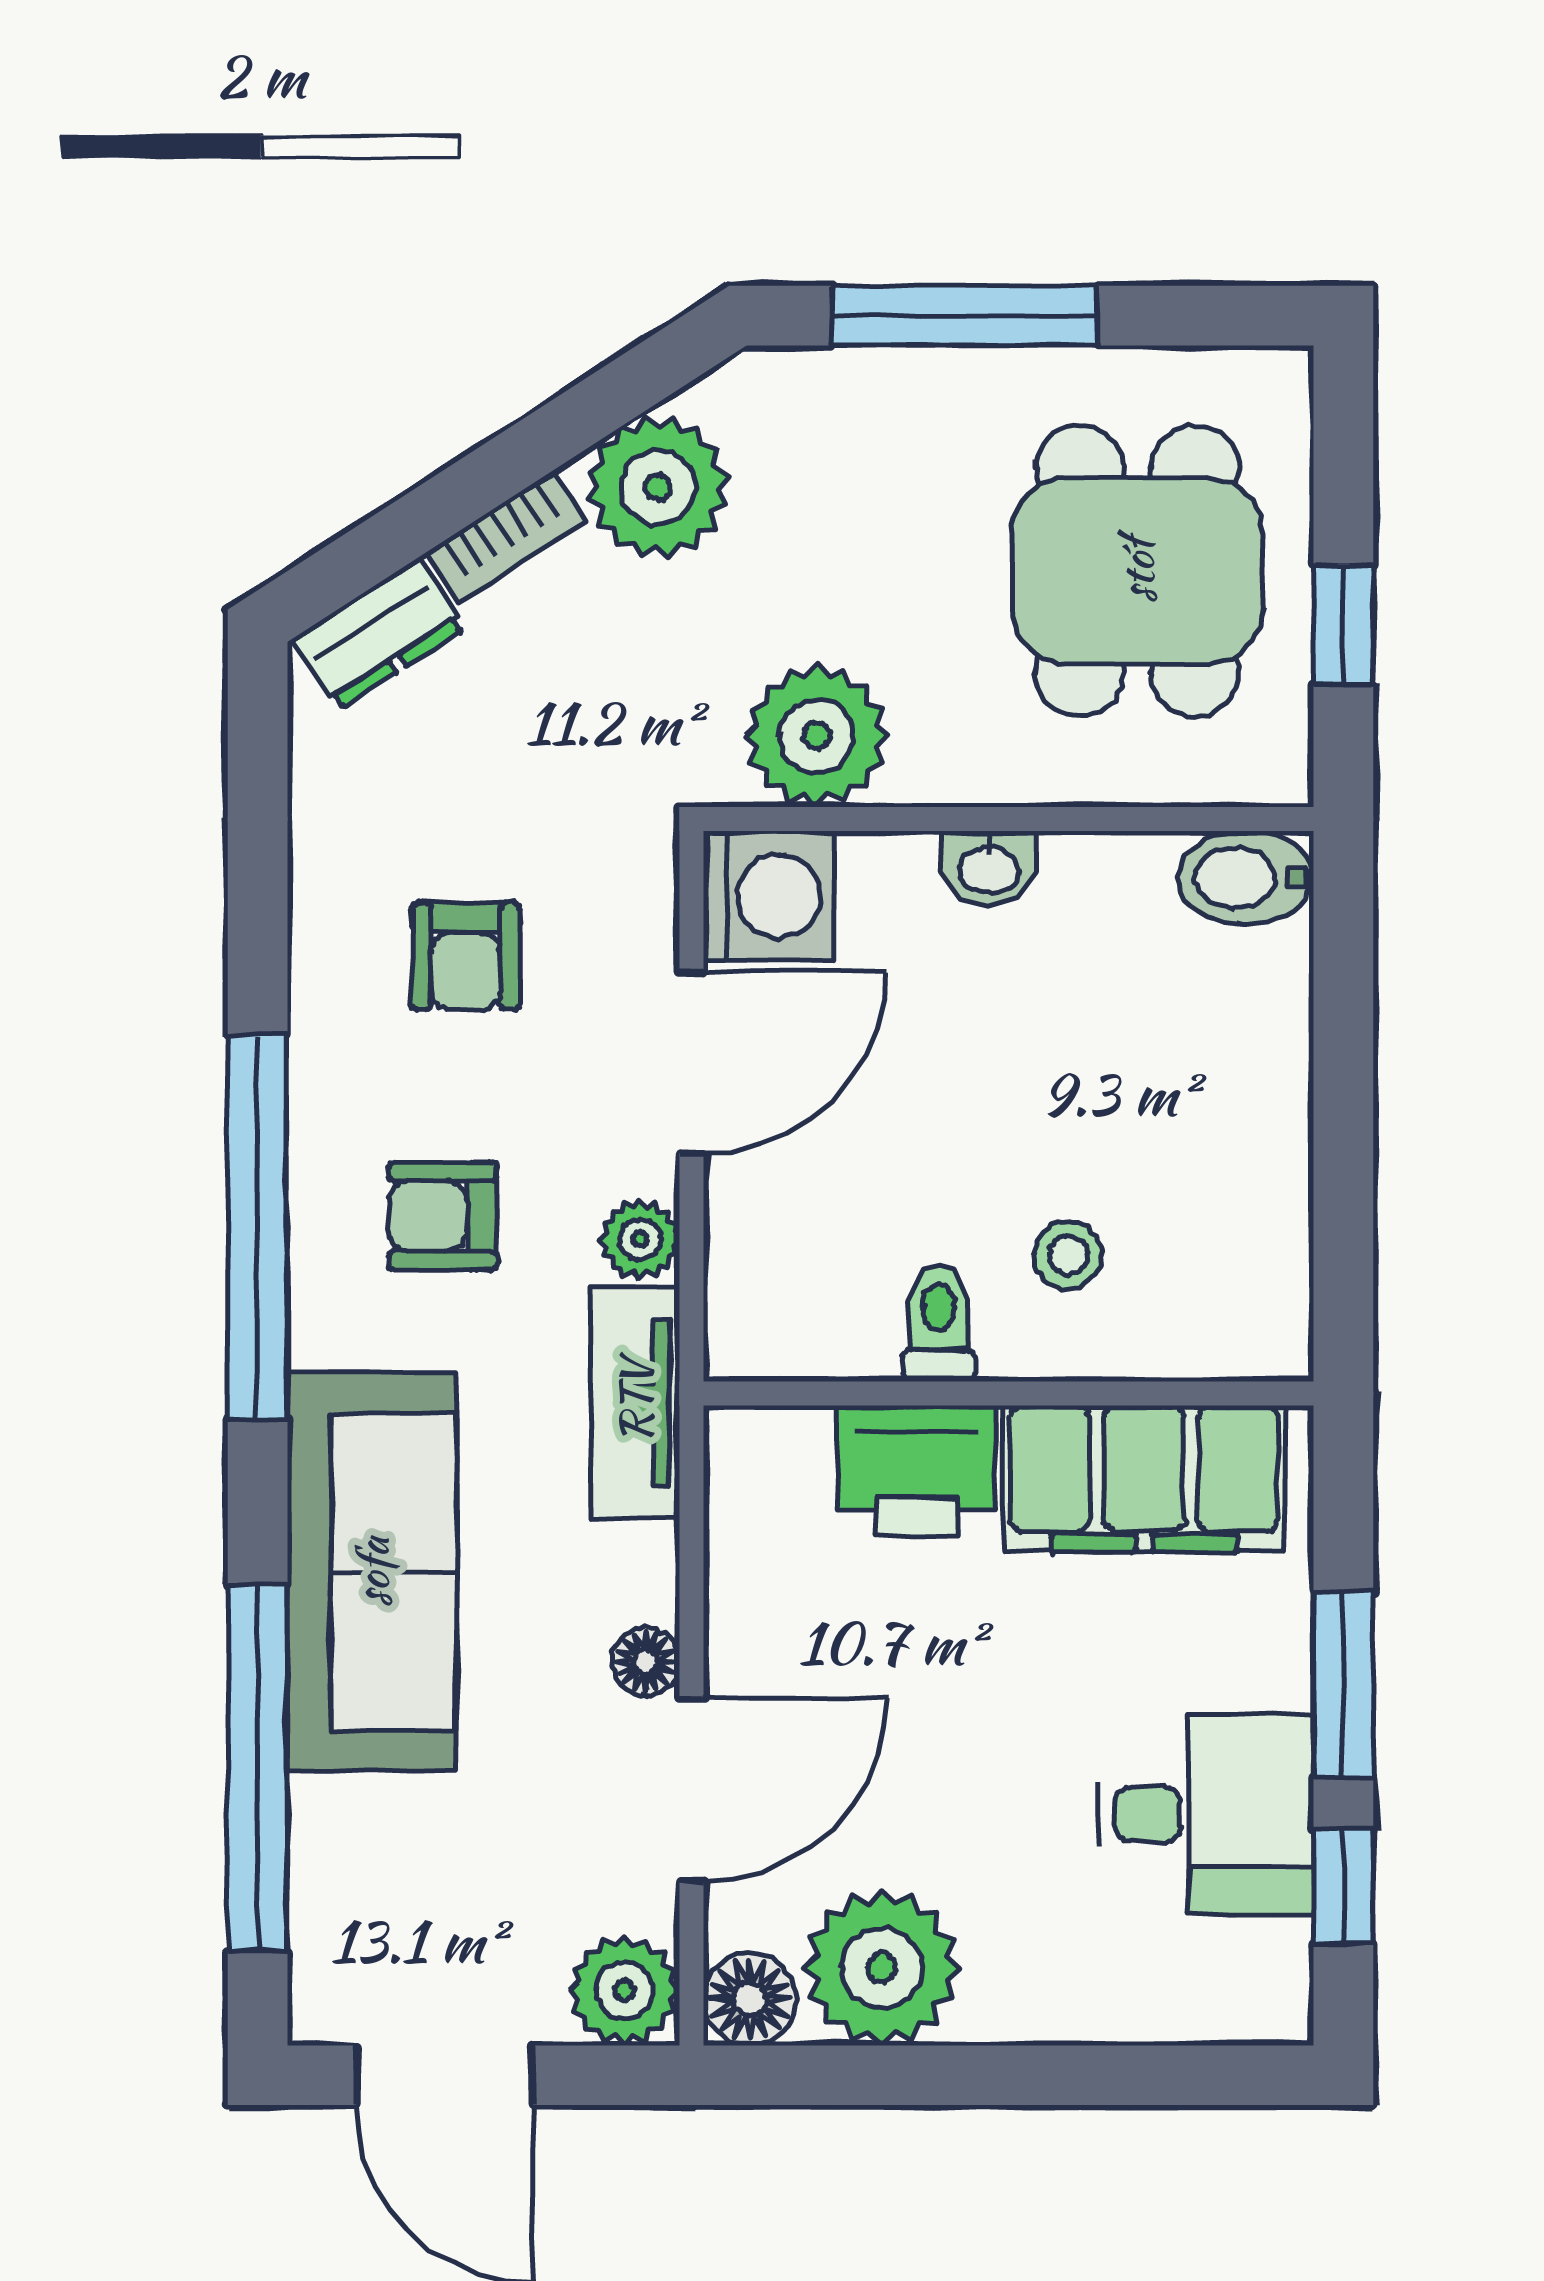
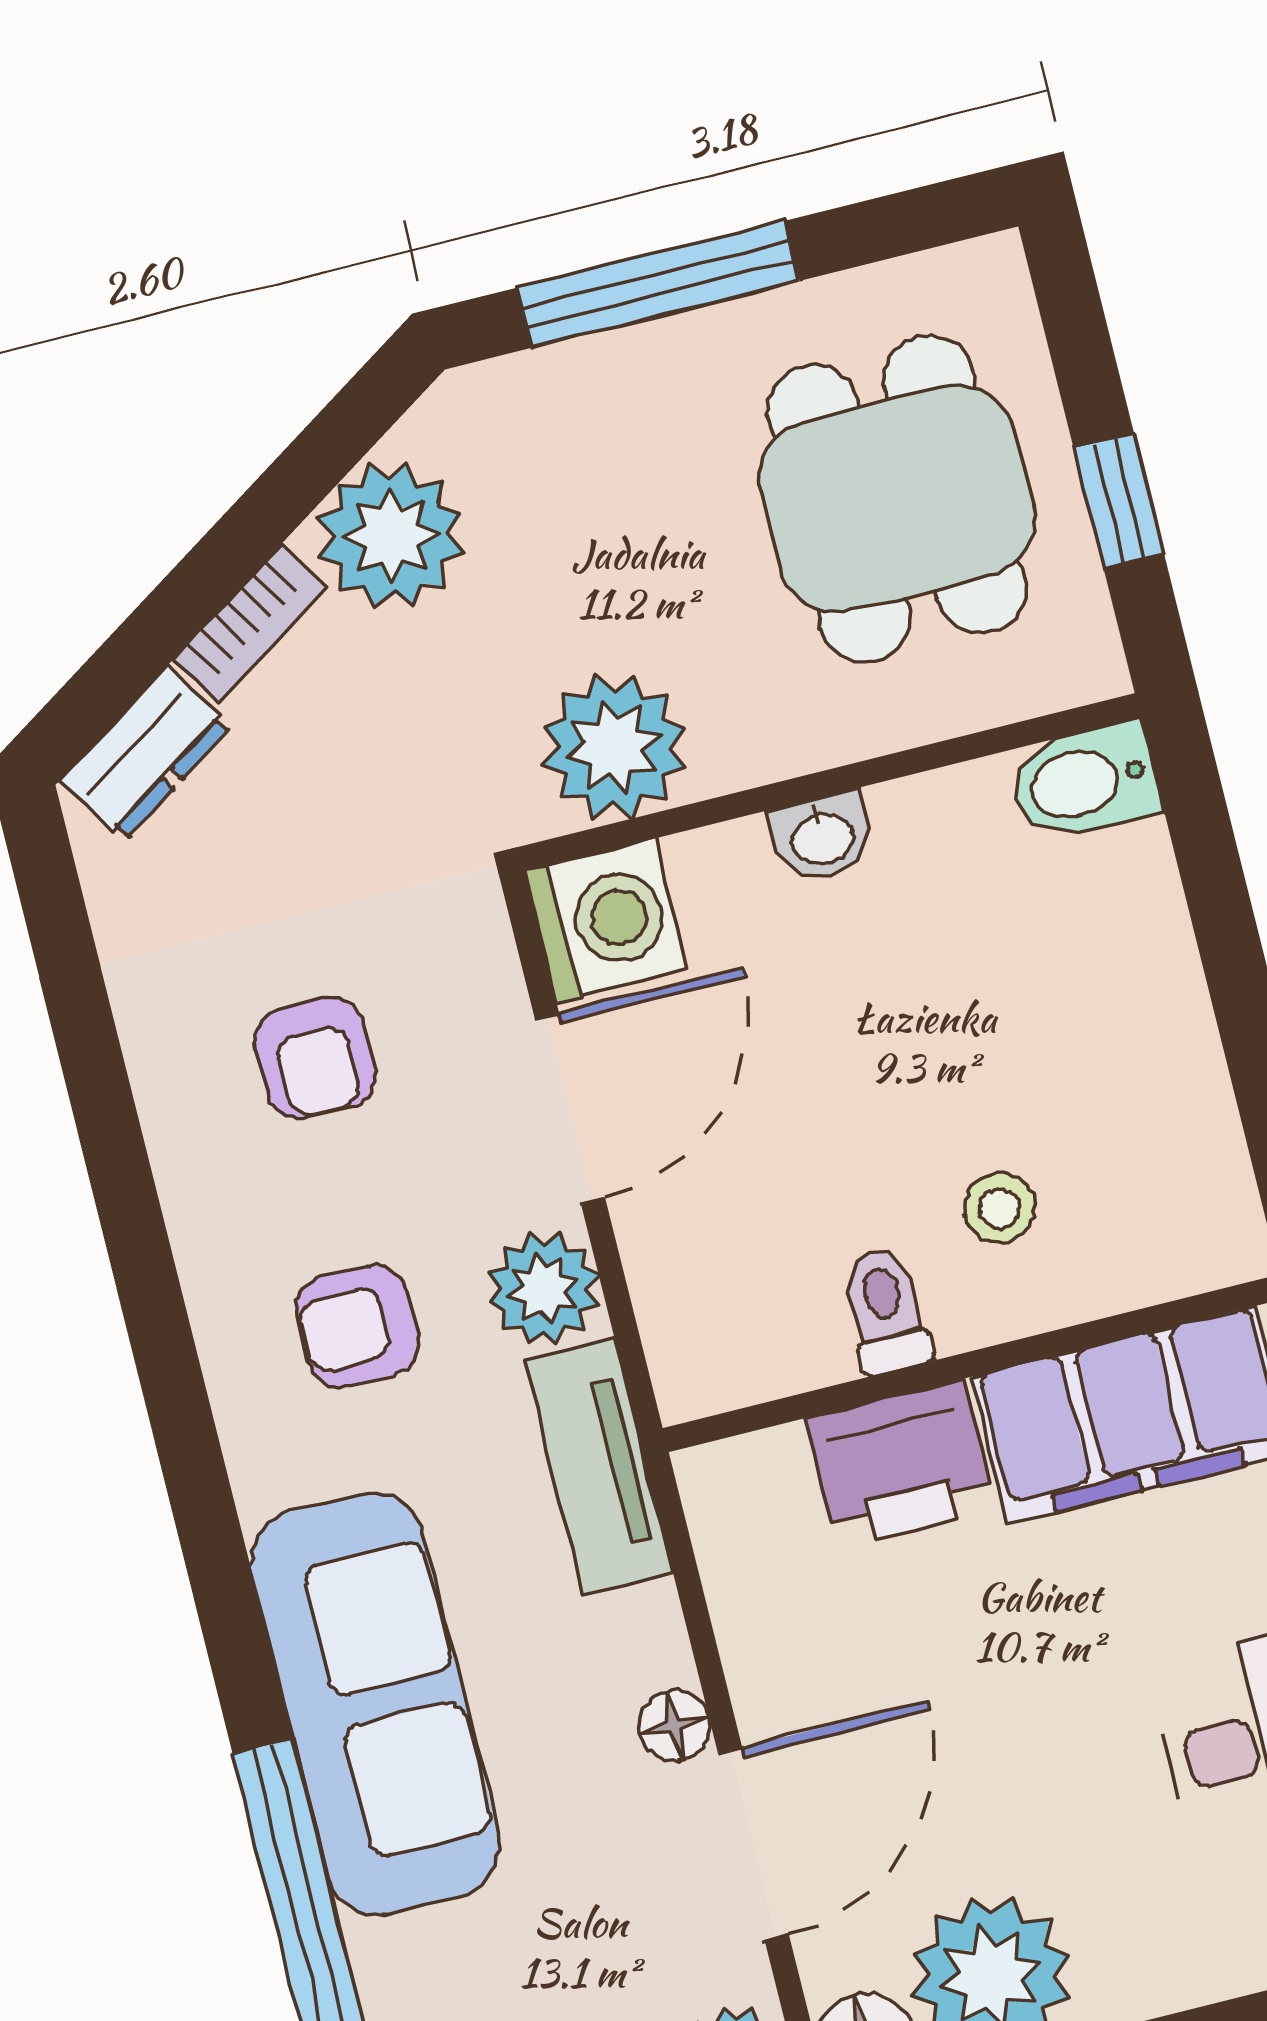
window: (258, 1227) -> (173, 1384), removed
plant: (640, 1239) -> (544, 1289), width x1.38, depth x1.38

